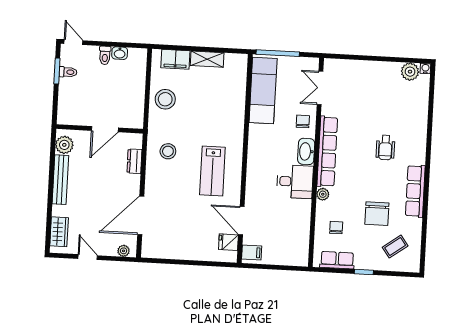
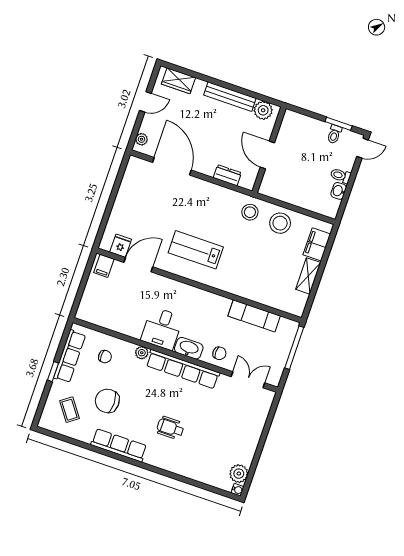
exam couch: (263, 90) -> (254, 316), width x0.73, depth x0.69
stool: (168, 151) -> (250, 212), moved
row of seats: (337, 260) -> (70, 356), width x1.48

